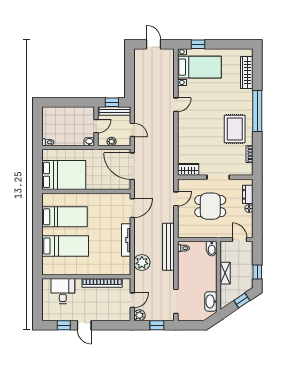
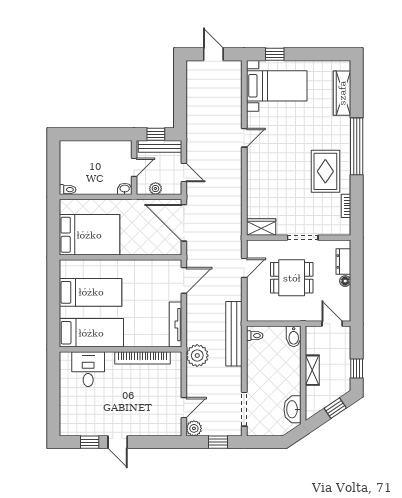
wall: (86, 277) -> (120, 349), moved
bookcase: (102, 283) -> (142, 358), moved
desk: (63, 291) -> (88, 369), moved

